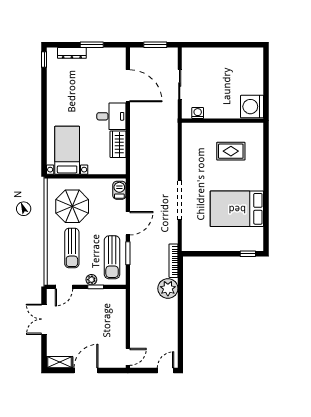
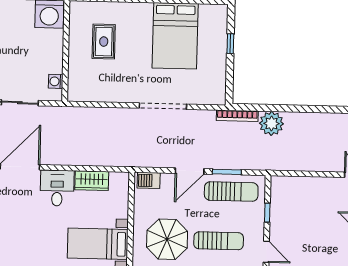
door: (128, 223) -> (190, 171), swing flipped
window: (248, 254) -> (230, 44), moved
plant: (91, 280) -> (258, 218), removed

